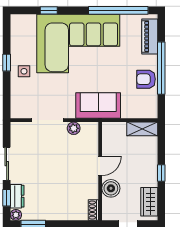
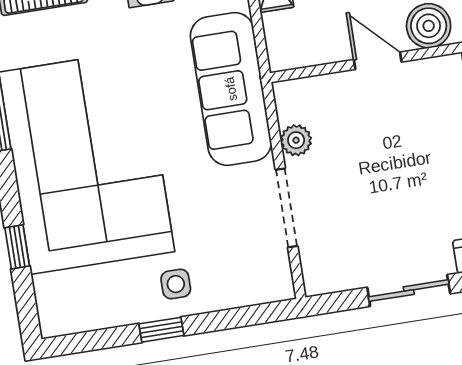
sofa: (98, 106) -> (231, 89), width x1.36

